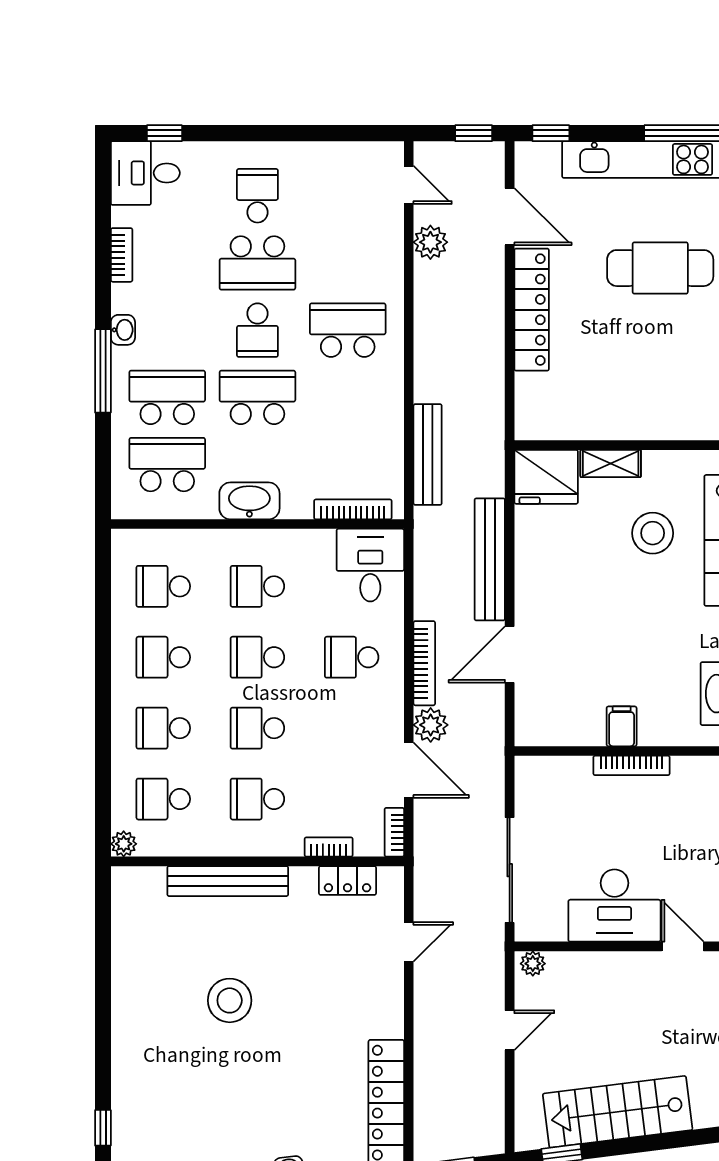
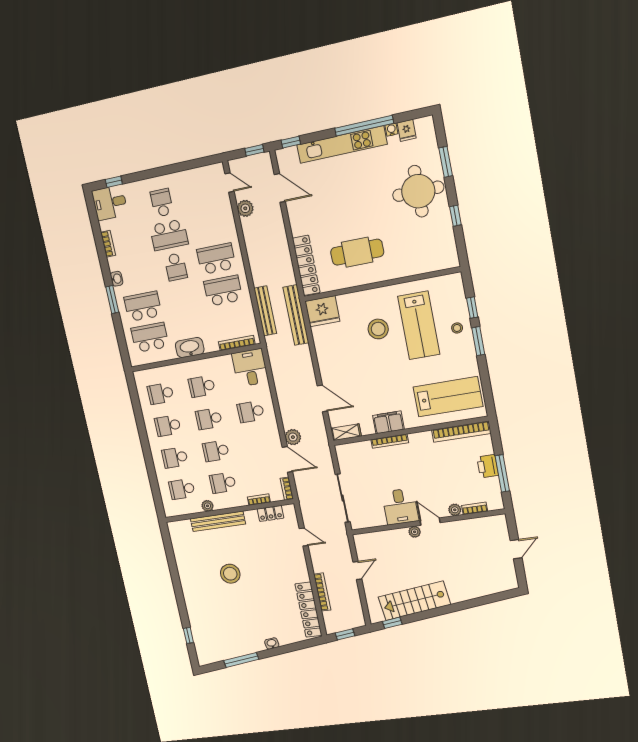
cafe table: (660, 268) -> (357, 252), moved
locker: (532, 310) -> (306, 265), moved
window: (103, 371) -> (112, 300), width x0.69
school desk: (257, 397) -> (223, 291), moved
shelving: (611, 464) -> (346, 432), moved
bench: (490, 559) -> (296, 315), moved
door: (510, 655) -> (322, 398), swing flipped
bookcase: (424, 663) -> (322, 592), moved
filing cabinet: (622, 726) -> (388, 422), width x2.00
plant: (124, 844) -> (207, 506), moved
desk: (614, 906) -> (400, 506), width x0.73
door: (409, 942) -> (304, 537), hinge flipped
plant: (533, 964) -> (415, 532), moved

